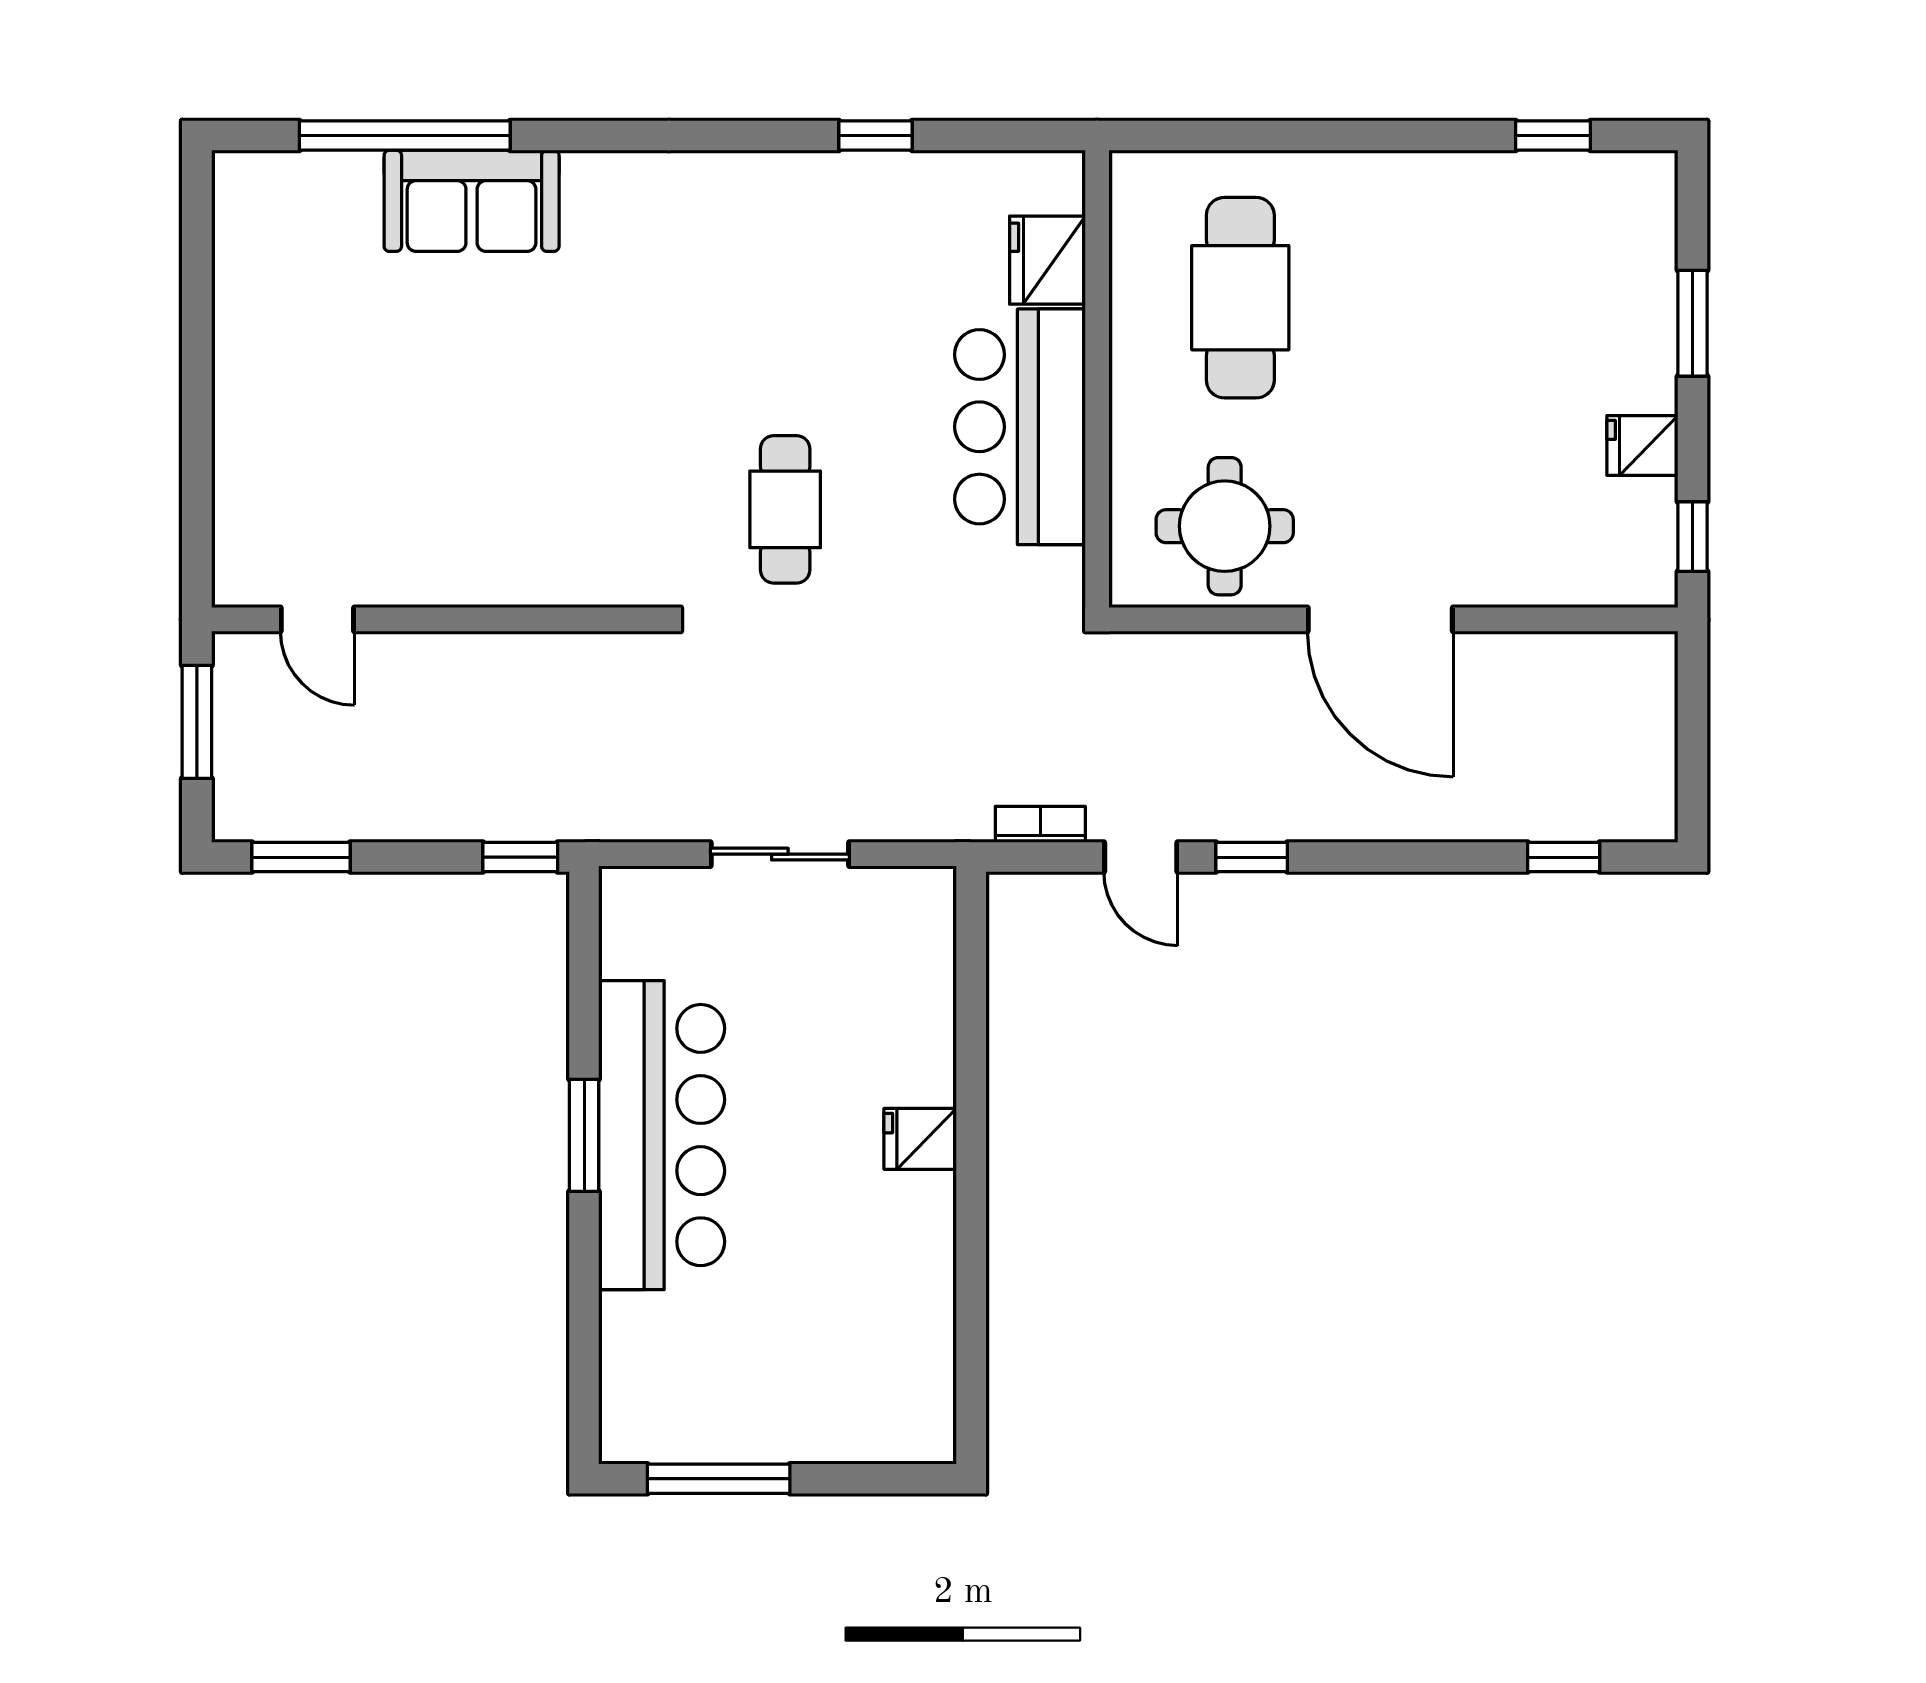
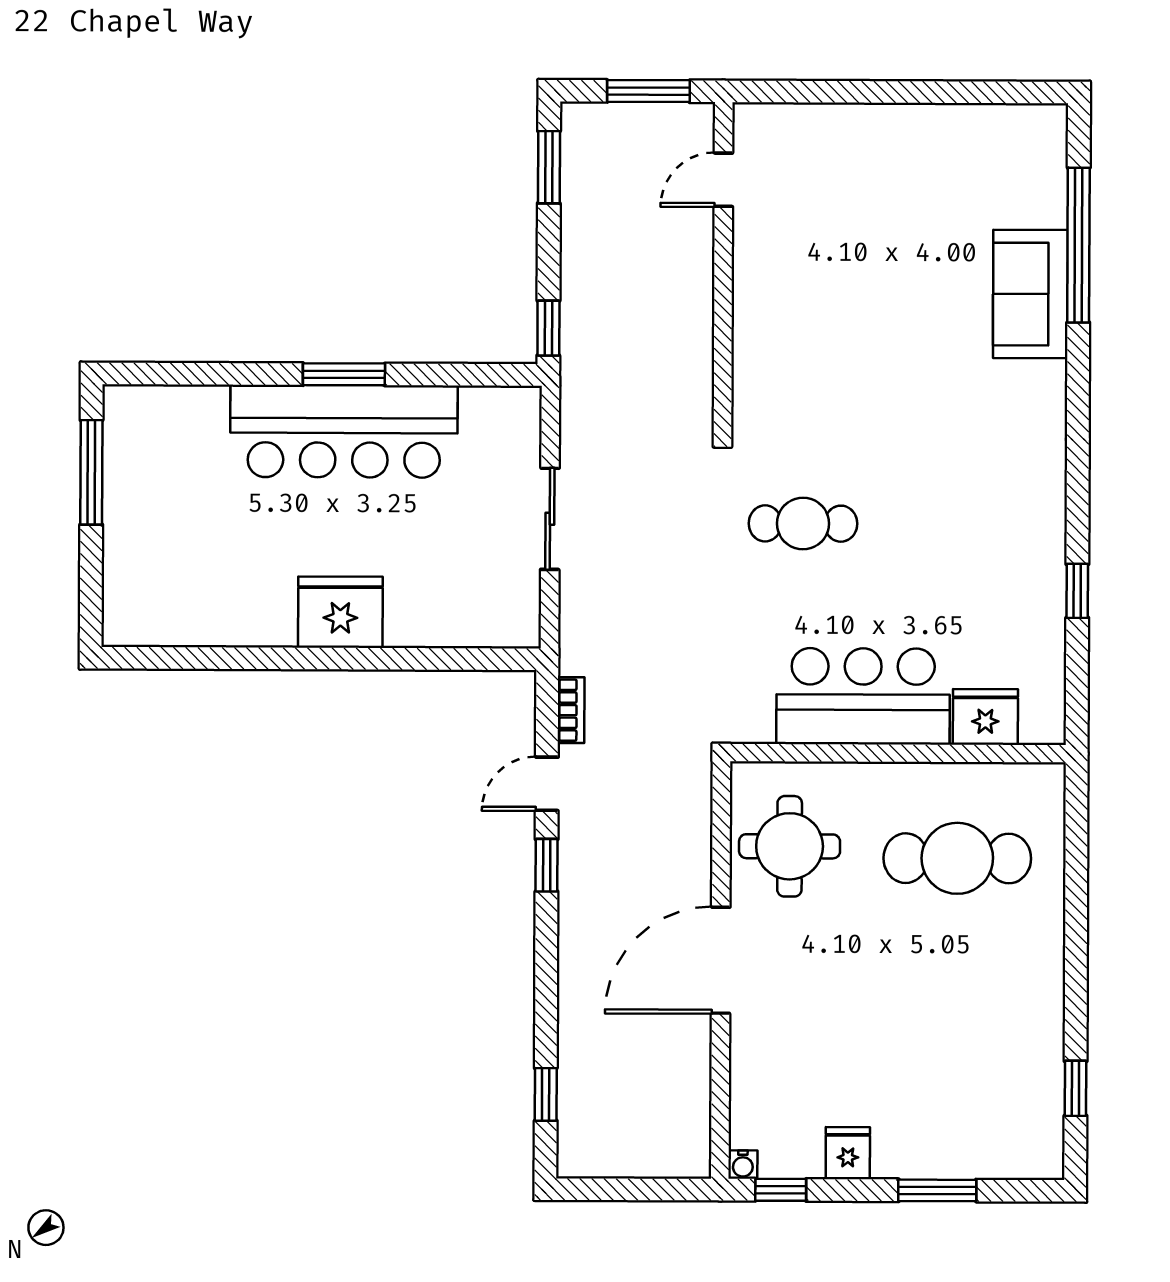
water cooler: (1658, 588) -> (743, 1165), added
fridge: (920, 1139) -> (340, 612), width x1.88, depth x1.34

